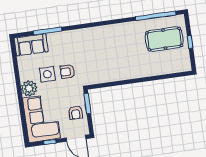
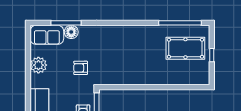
floor lamp: (54, 39) -> (71, 32), added
side table: (47, 74) -> (59, 68), removed
plant: (29, 88) -> (38, 65), moved

